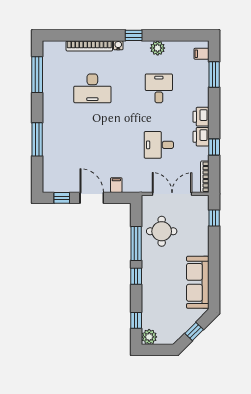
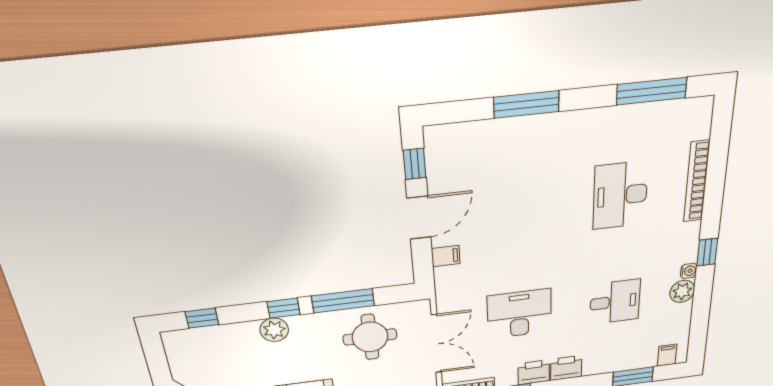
water cooler: (118, 45) -> (689, 271), moved
desk: (159, 145) -> (519, 314), width x1.37
plant: (149, 337) -> (274, 330), moved

